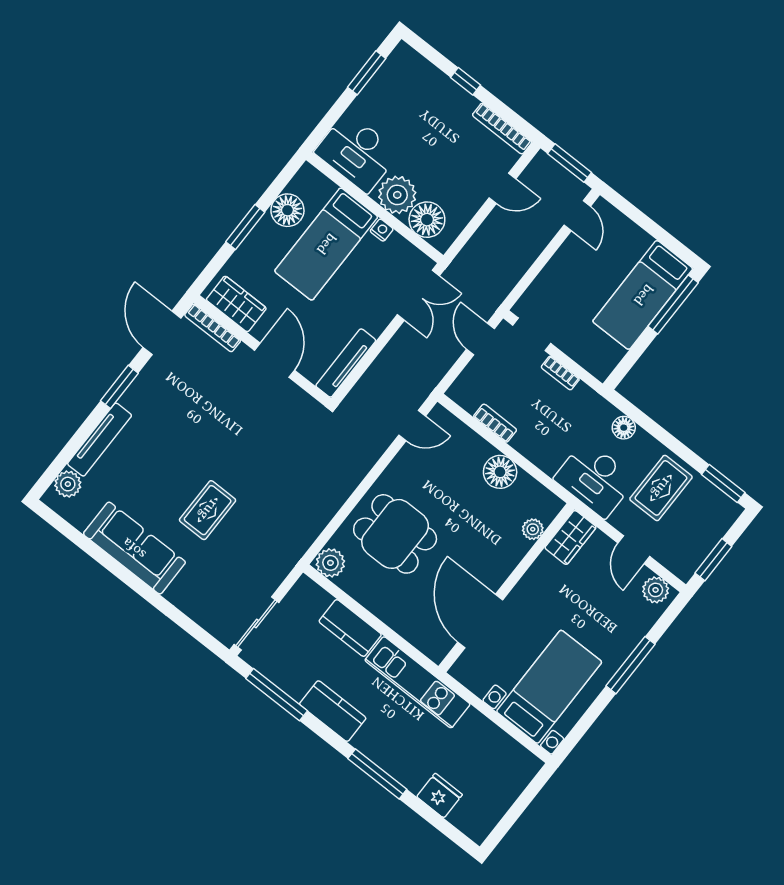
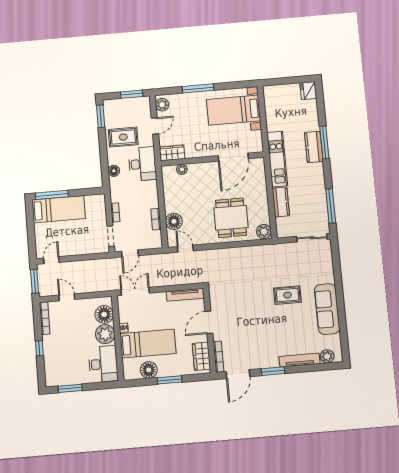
floor lamp: (500, 472) -> (174, 221), moved
kitchen counter: (333, 711) -> (314, 147), moved
fridge: (440, 796) -> (308, 91), moved

